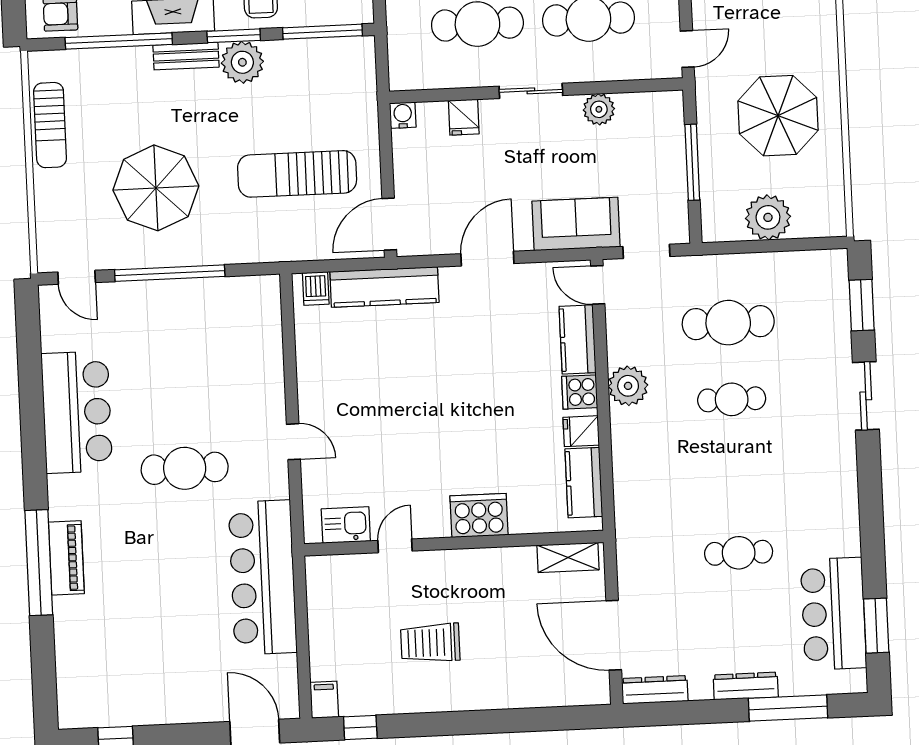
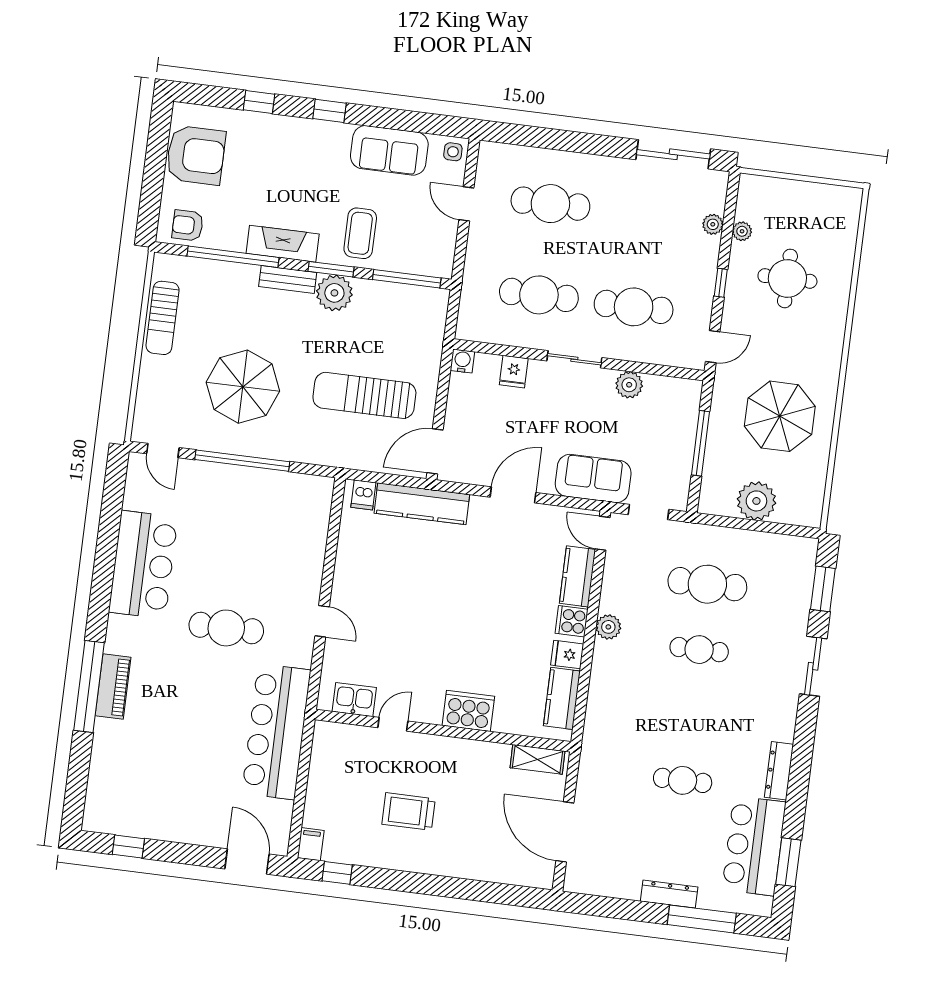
plant: (628, 386) -> (608, 627), width x0.73, depth x0.73
dresser: (655, 690) -> (779, 771), moved, turned -90

